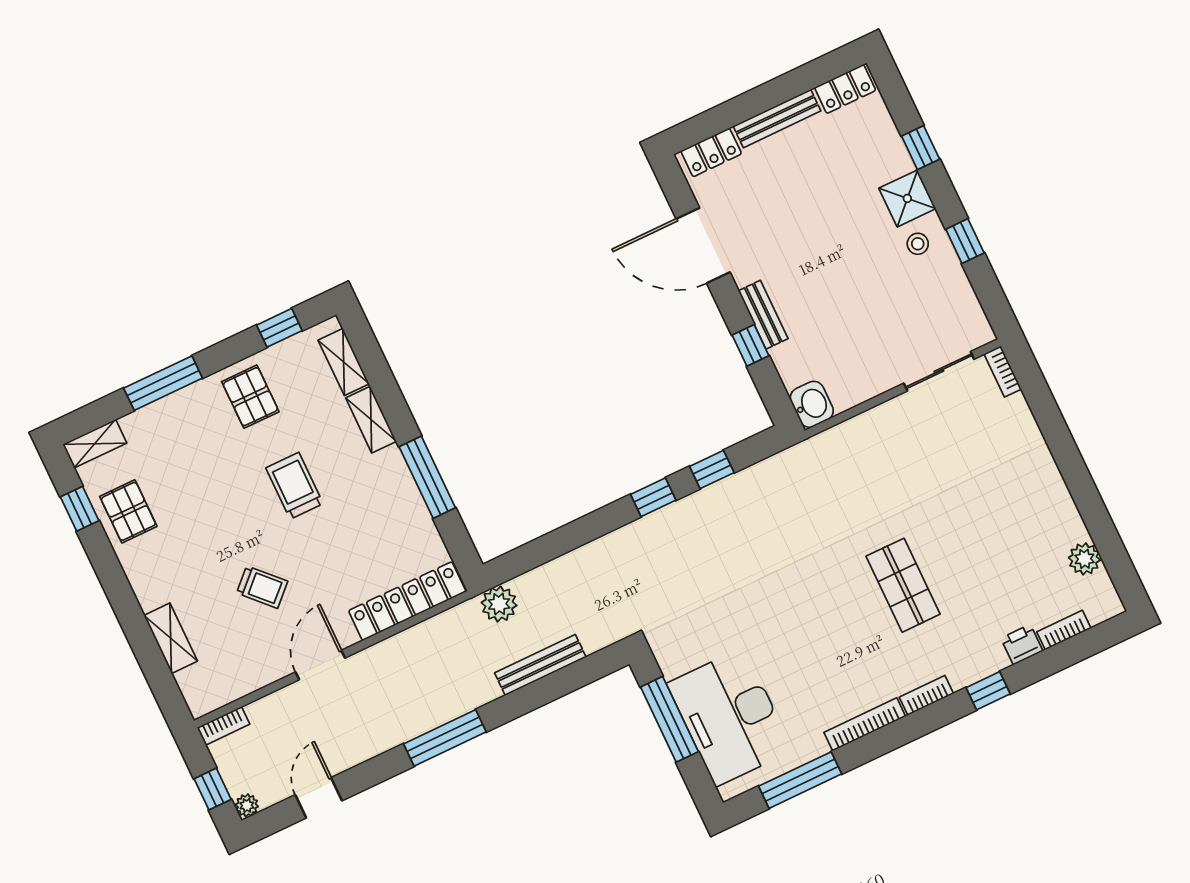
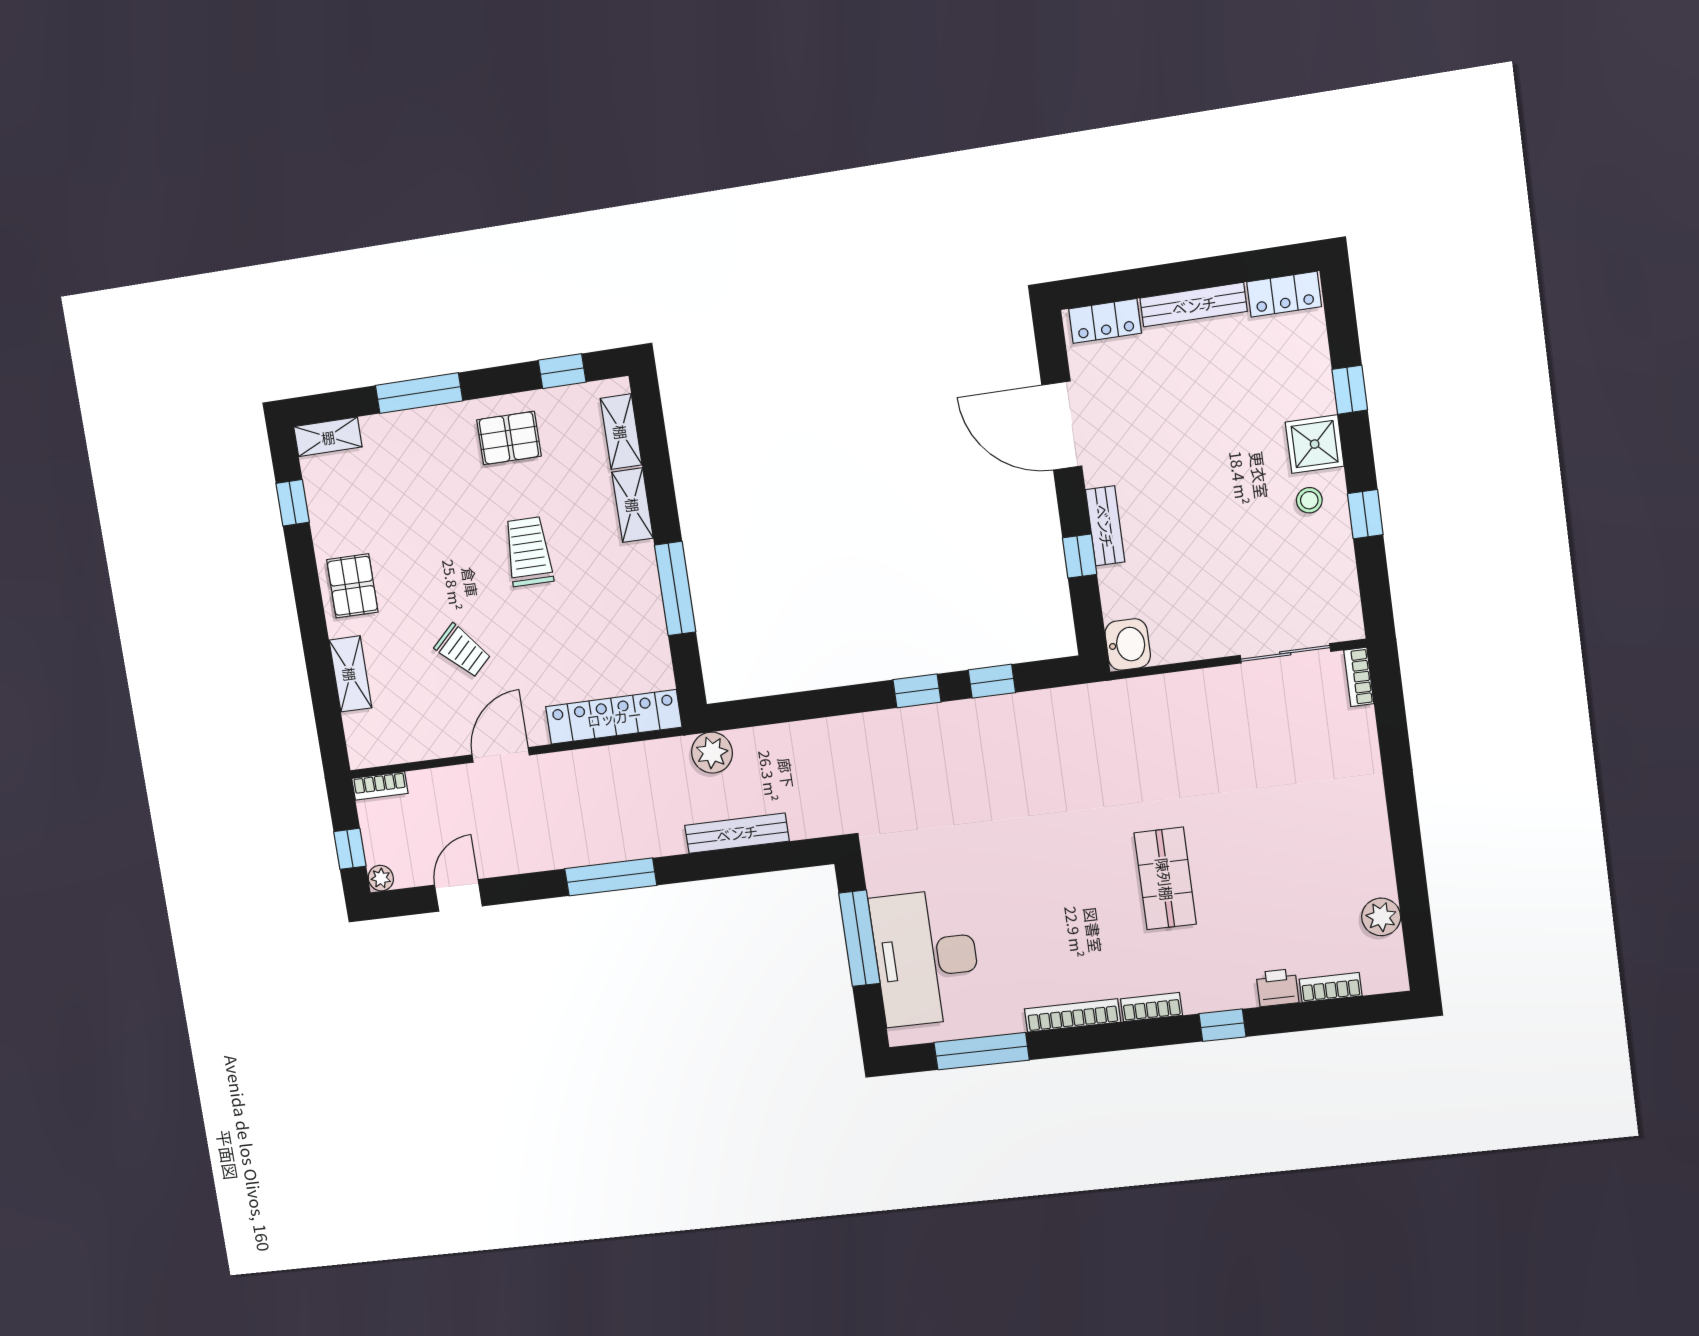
pallet: (250, 397) -> (509, 438), turned 90
pallet: (128, 511) -> (352, 586), moved

